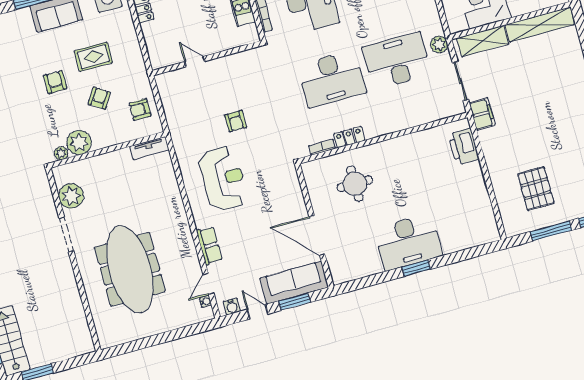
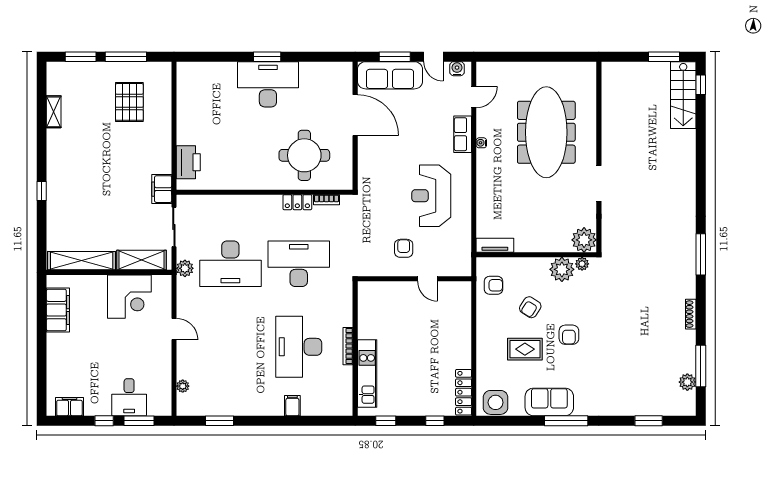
wall: (207, 58) -> (414, 279), moved
door: (195, 62) -> (428, 279), moved
round table: (355, 184) -> (304, 155), width x1.36, depth x1.36
plant: (71, 196) -> (584, 240), moved
water cooler: (206, 302) -> (481, 143), moved

